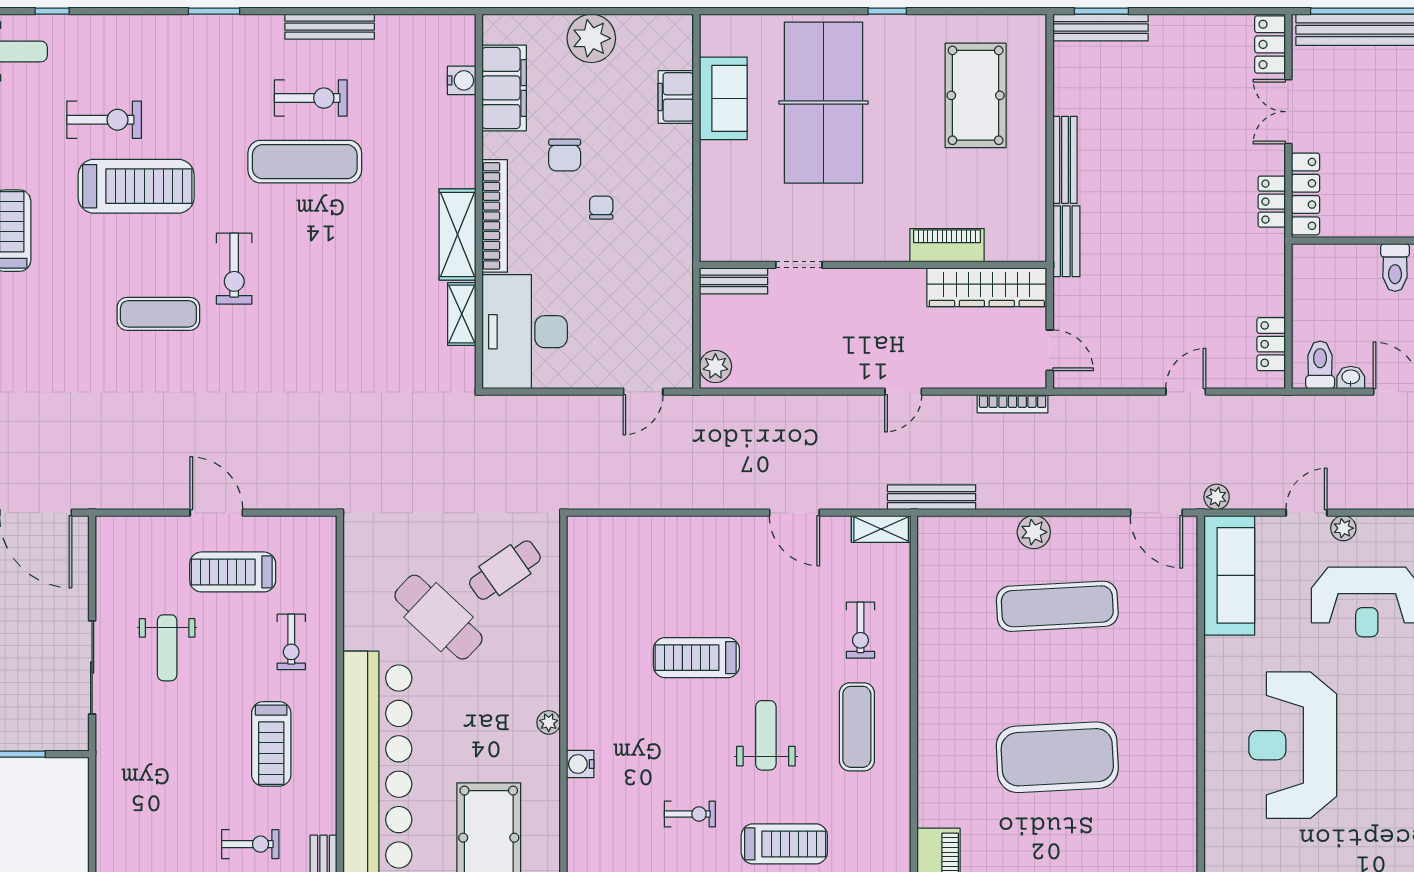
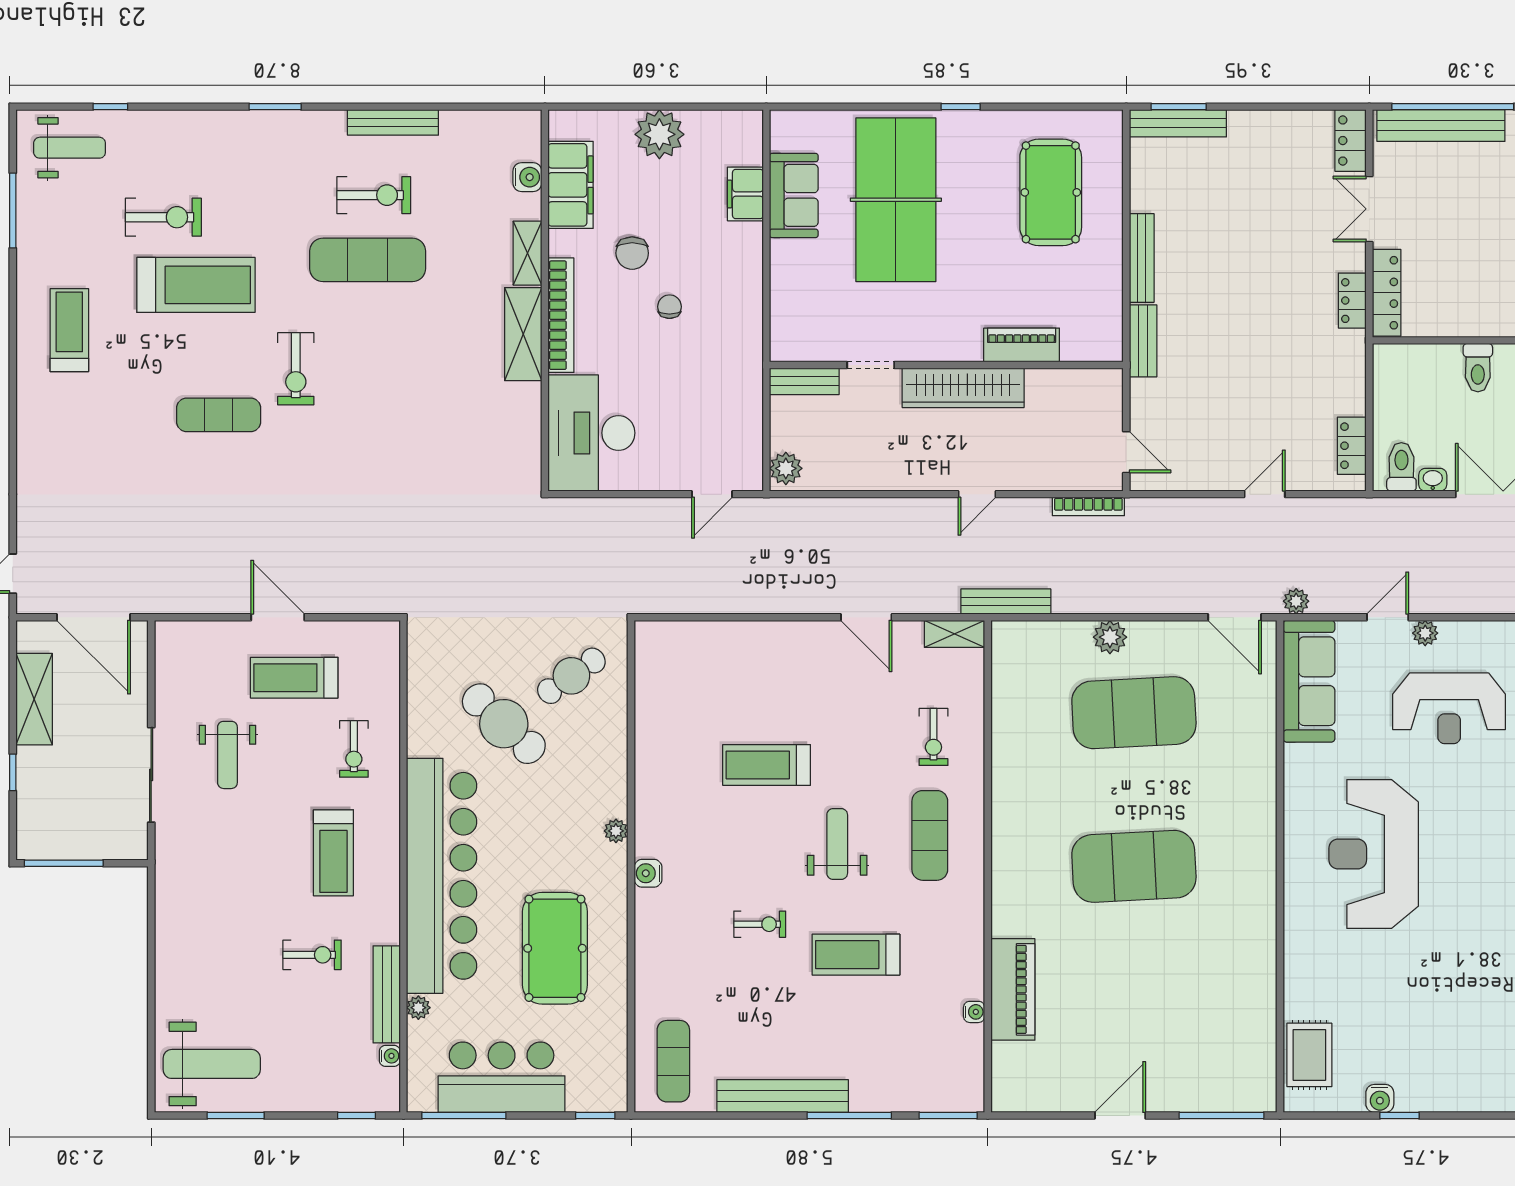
wardrobe: (987, 287) -> (963, 388), moved
shelving: (462, 314) -> (527, 253), moved
exercise mat: (1057, 606) -> (1134, 713), width x1.47
treadmill: (784, 844) -> (856, 955), turned 180

